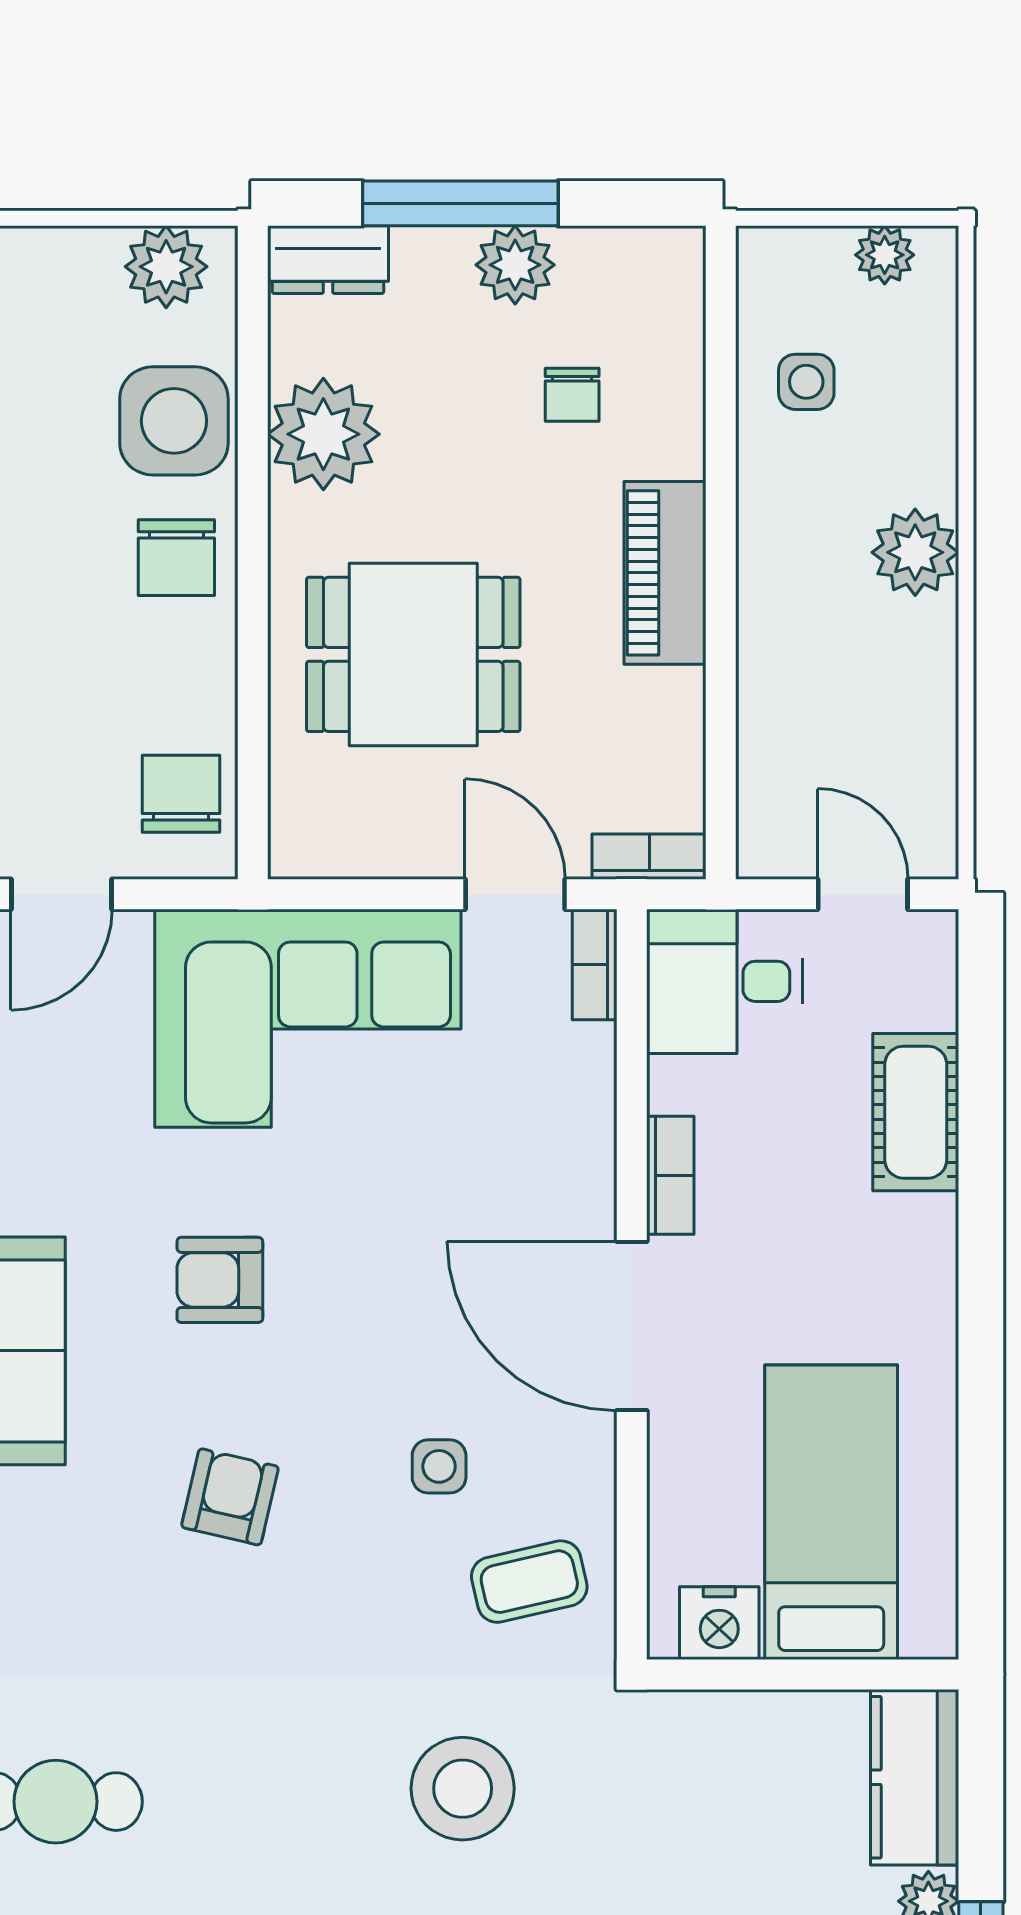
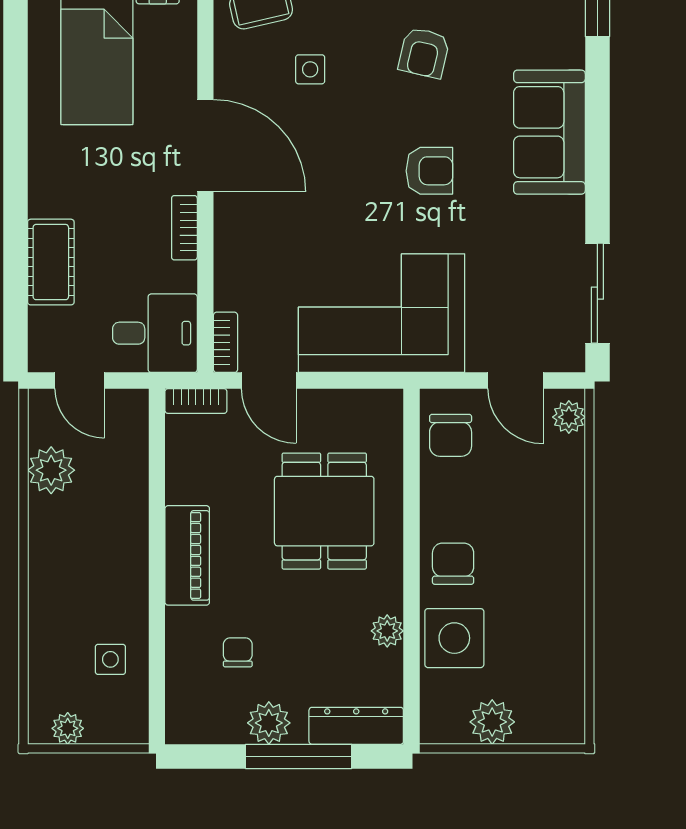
dresser: (328, 260) -> (356, 726), width x1.44
plant: (166, 267) -> (492, 722), moved
plant: (323, 434) -> (387, 631), width x0.53, depth x0.53
plant: (915, 552) -> (51, 470), moved
dining table: (413, 654) -> (324, 511), turned 90
door: (62, 894) -> (516, 381), swing flipped

